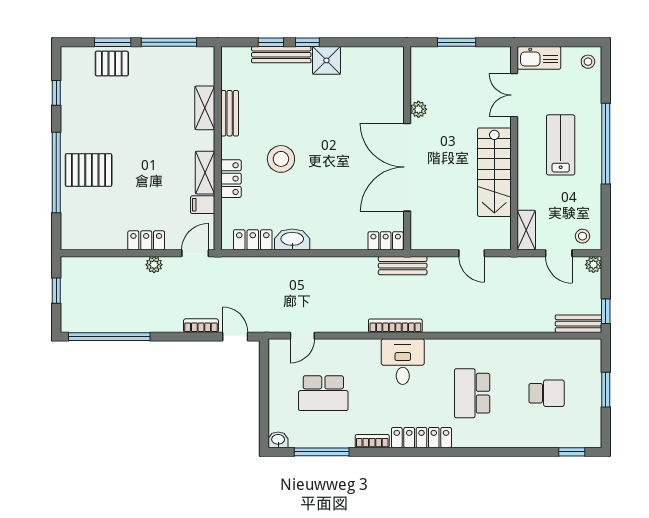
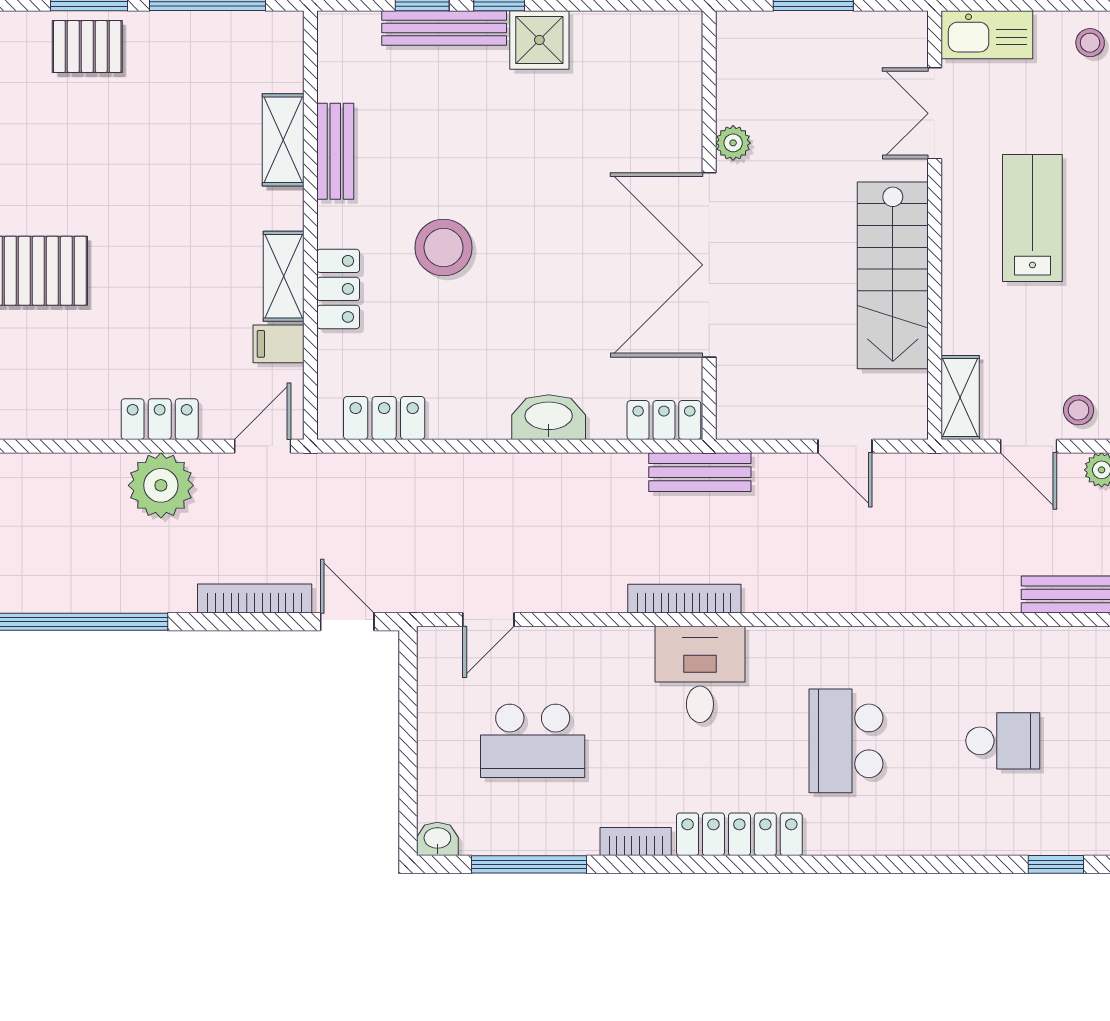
washbasin: (292, 239) -> (549, 417), moved
plant: (154, 265) -> (161, 485), width x1.88, depth x1.88
bookcase: (201, 326) -> (255, 598), width x1.56

